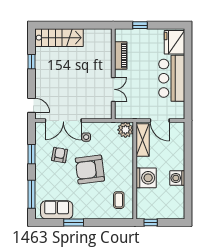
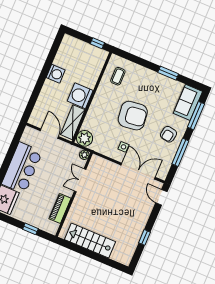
stairs: (59, 38) -> (90, 241), moved
plant: (119, 114) -> (84, 155), added
window: (32, 154) -> (180, 152), width x1.44
armchair: (60, 155) -> (168, 134), moved
washing machine: (146, 178) -> (80, 96), moved
sofa: (57, 210) -> (188, 102), moved, turned 90

